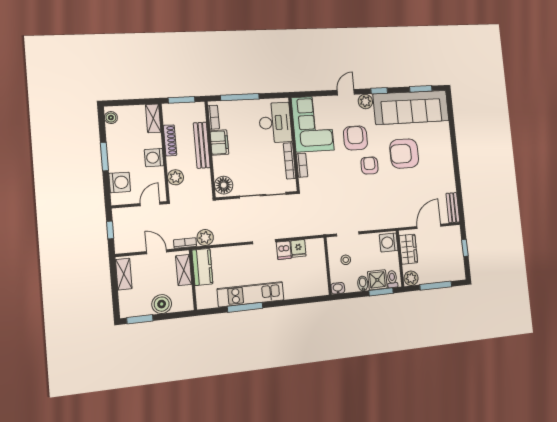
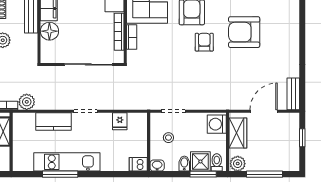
floor lamp: (224, 185) -> (49, 31), moved
dishwasher: (284, 250) -> (138, 164), moved, turned 90
kitchen counter: (202, 267) -> (53, 122), moved, turned 90

